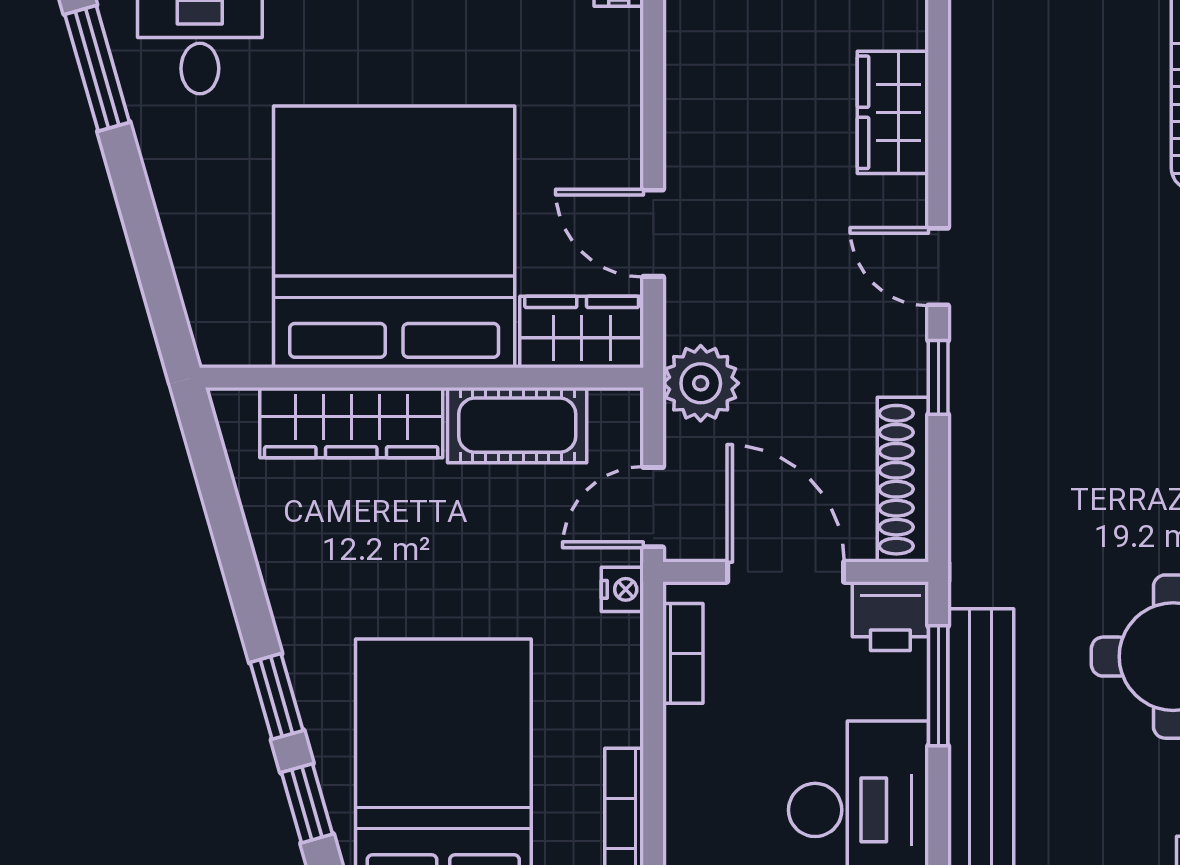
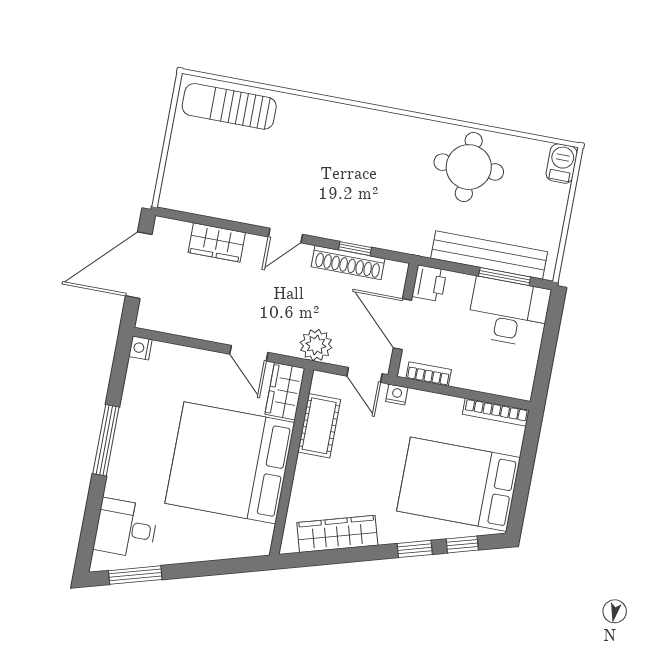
door: (653, 233) -> (249, 353), hinge flipped
window: (938, 377) -> (355, 249), moved
wardrobe: (351, 423) -> (337, 534), moved, turned -106
shoe rack: (903, 480) -> (348, 263), moved
door: (786, 572) -> (402, 324), hinge flipped
window: (938, 686) -> (505, 277), moved

